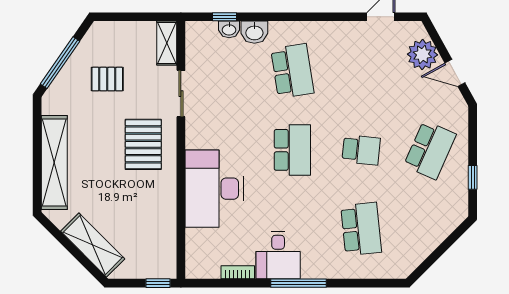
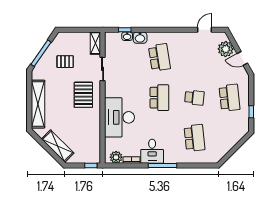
school desk: (430, 150) -> (229, 98), turned -30
plant: (207, 267) -> (116, 157), added

